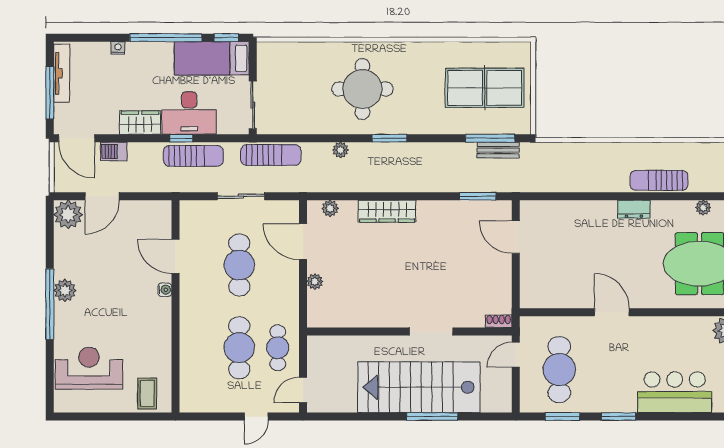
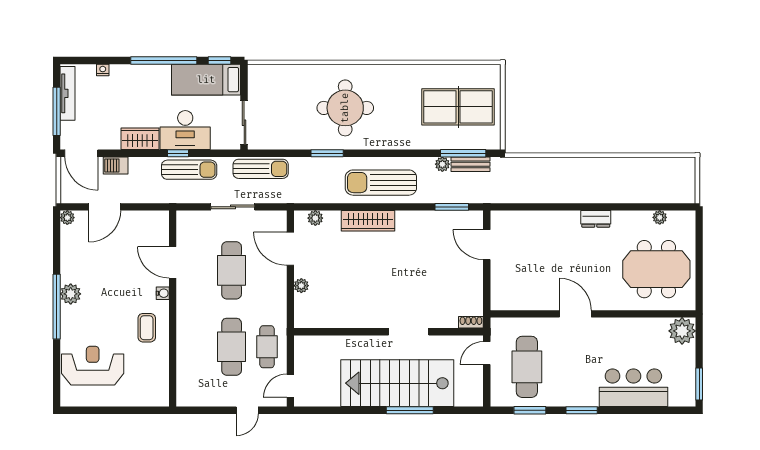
nightstand: (118, 48) -> (103, 70), moved
window: (389, 138) -> (327, 153), moved
plant: (340, 150) -> (442, 164), moved
sun lounger: (659, 180) -> (381, 183), moved, width x1.36, depth x1.34
plant: (68, 215) -> (67, 218), width x0.53, depth x0.53
coffee table: (147, 393) -> (147, 328), moved

